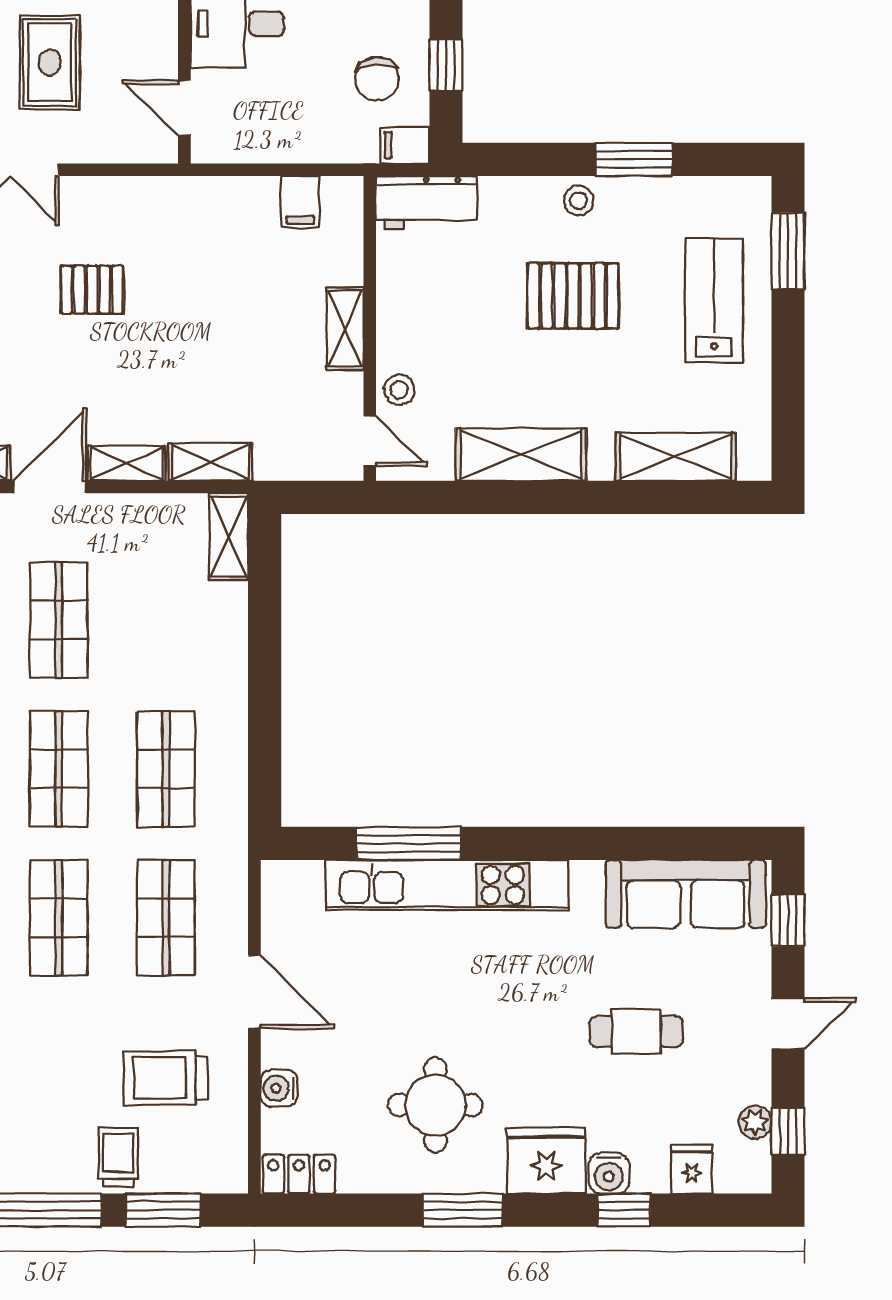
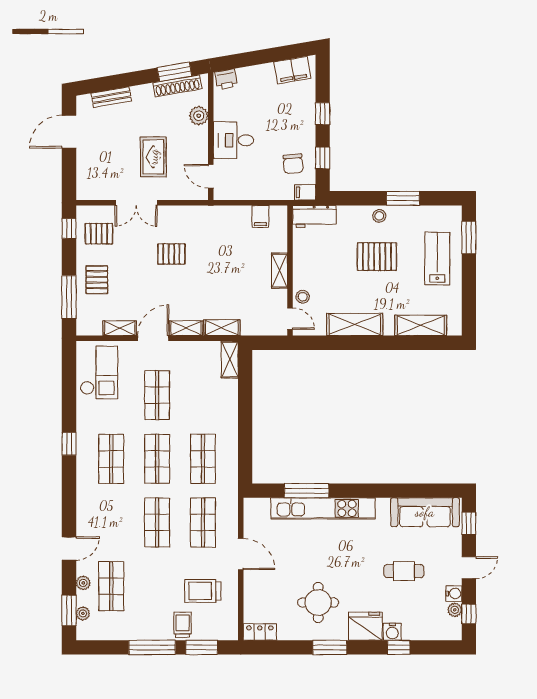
water cooler: (279, 1088) -> (454, 593), moved, turned 180
fridge: (692, 1169) -> (428, 630), removed

